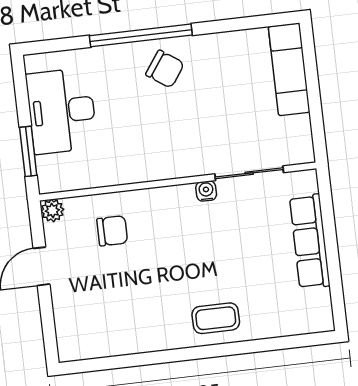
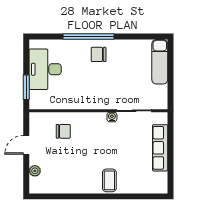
chair: (165, 69) -> (99, 54), turned 145
plant: (52, 210) -> (35, 171), moved
coffee table: (216, 318) -> (109, 180), turned 90

